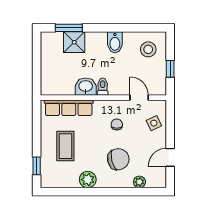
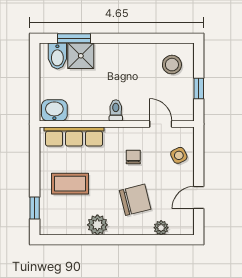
bidet: (115, 42) -> (57, 56), moved
washbasin: (86, 87) -> (54, 110), moved
coffee table: (65, 146) -> (70, 184), turned 90

